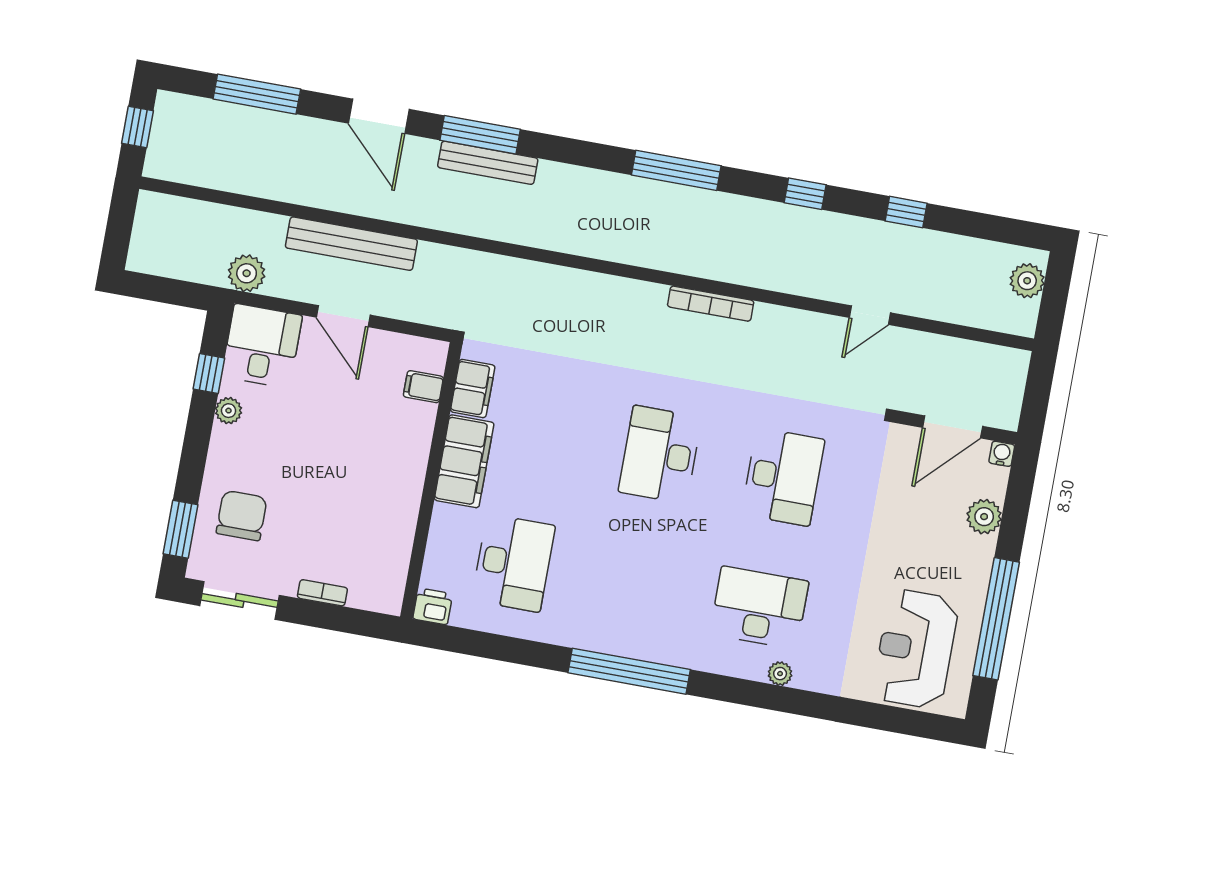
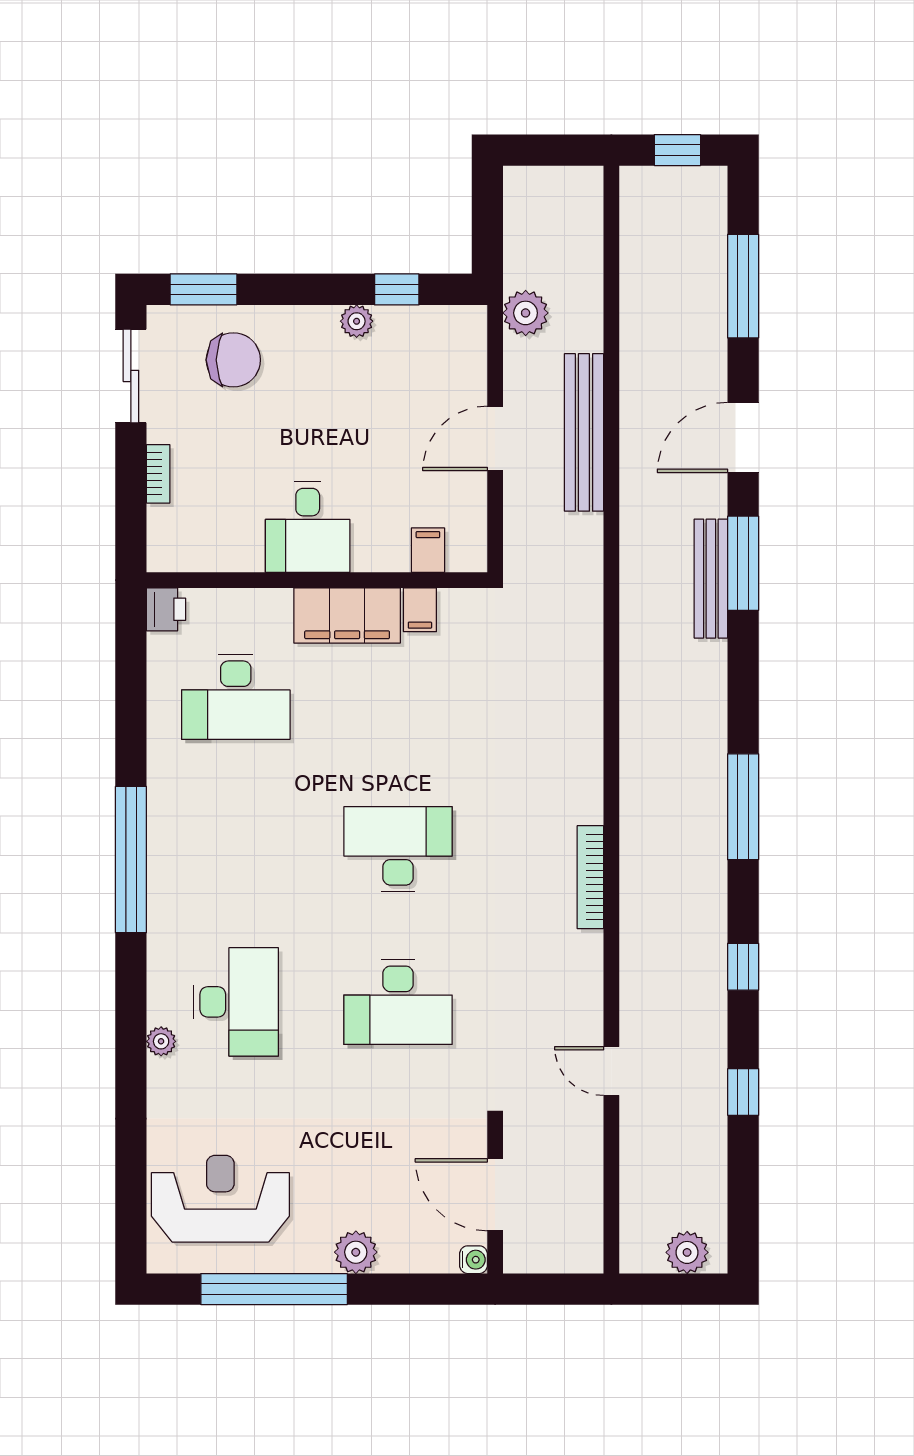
desk: (262, 346) -> (308, 527), moved, turned 90
filing cabinet: (473, 389) -> (420, 610), width x0.50
plant: (984, 517) -> (356, 1252), moved

